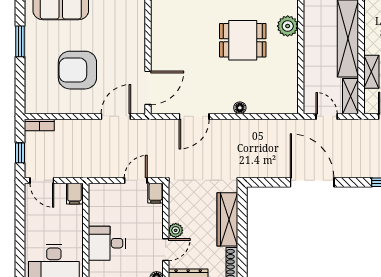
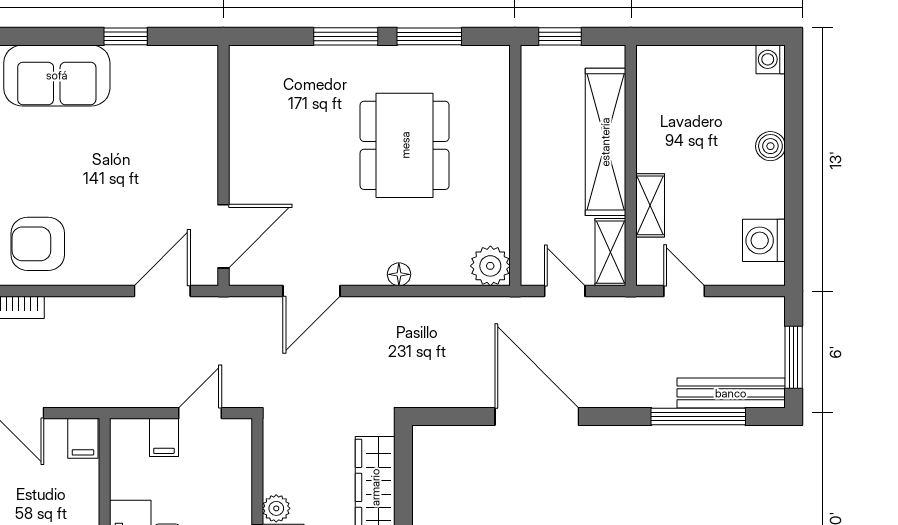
plant: (288, 26) -> (490, 266), moved
dining table: (243, 40) -> (405, 145), width x1.38
armchair: (77, 70) -> (38, 244), moved, width x0.73, depth x0.73
filing cabinet: (156, 193) -> (164, 437), moved

